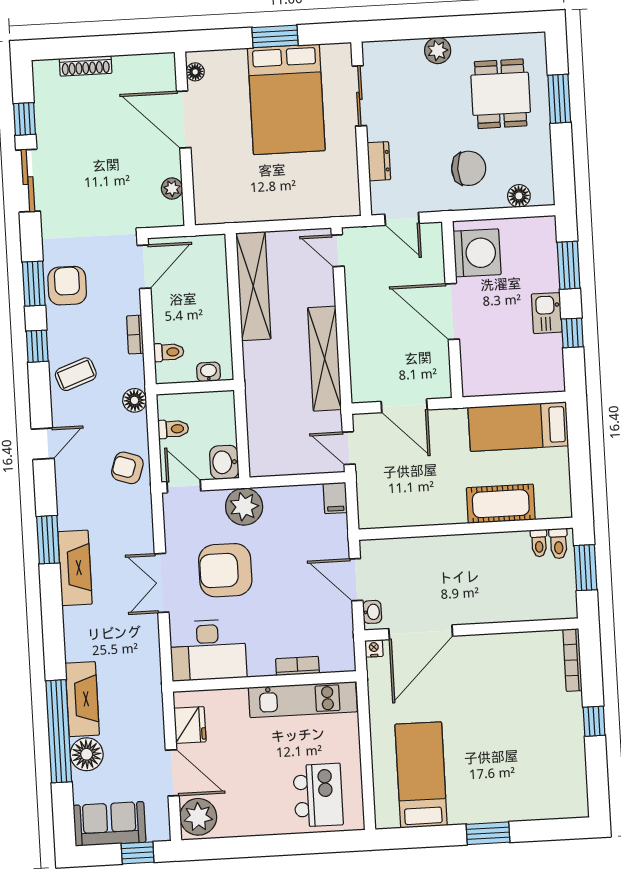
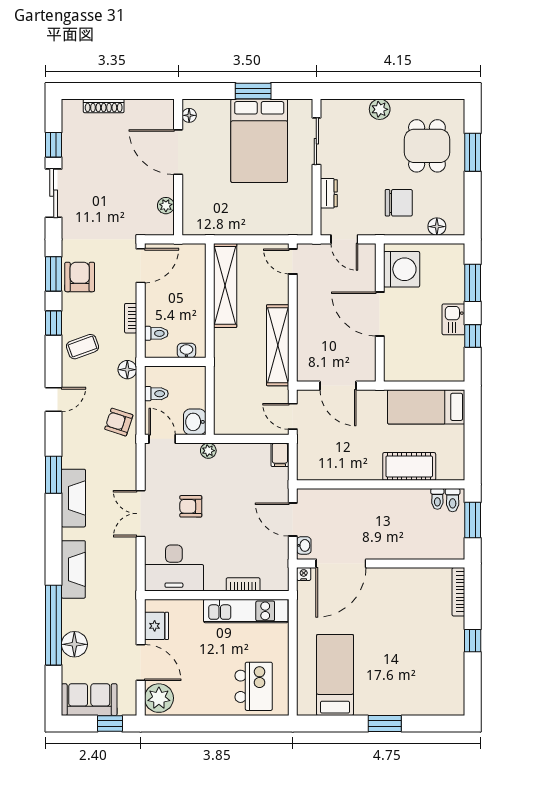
plant: (244, 507) -> (208, 451), width x0.53, depth x0.53
armchair: (225, 570) -> (191, 506), width x0.53, depth x0.53
fireplace: (82, 699) -> (73, 569), moved

